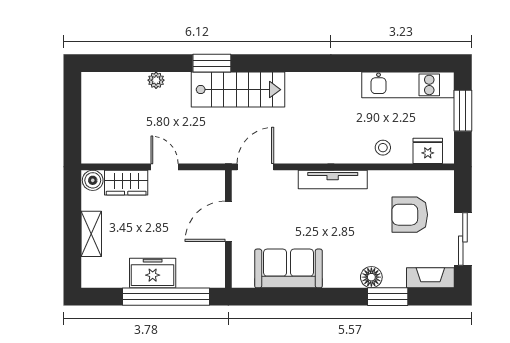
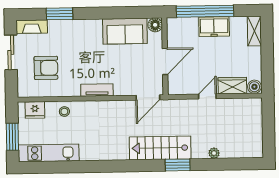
door: (165, 167) -> (207, 96), swing flipped
tv unit: (333, 179) -> (97, 90), width x0.71
shelving: (91, 234) -> (254, 31), moved
floor lamp: (371, 277) -> (155, 25), moved

